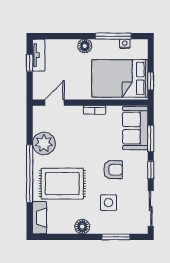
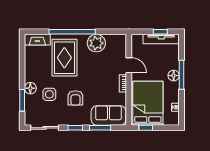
window: (113, 36) -> (181, 75), moved
tv unit: (39, 55) -> (161, 39), width x1.41
door: (55, 103) -> (129, 65), moved
floor lamp: (82, 227) -> (30, 88), moved

